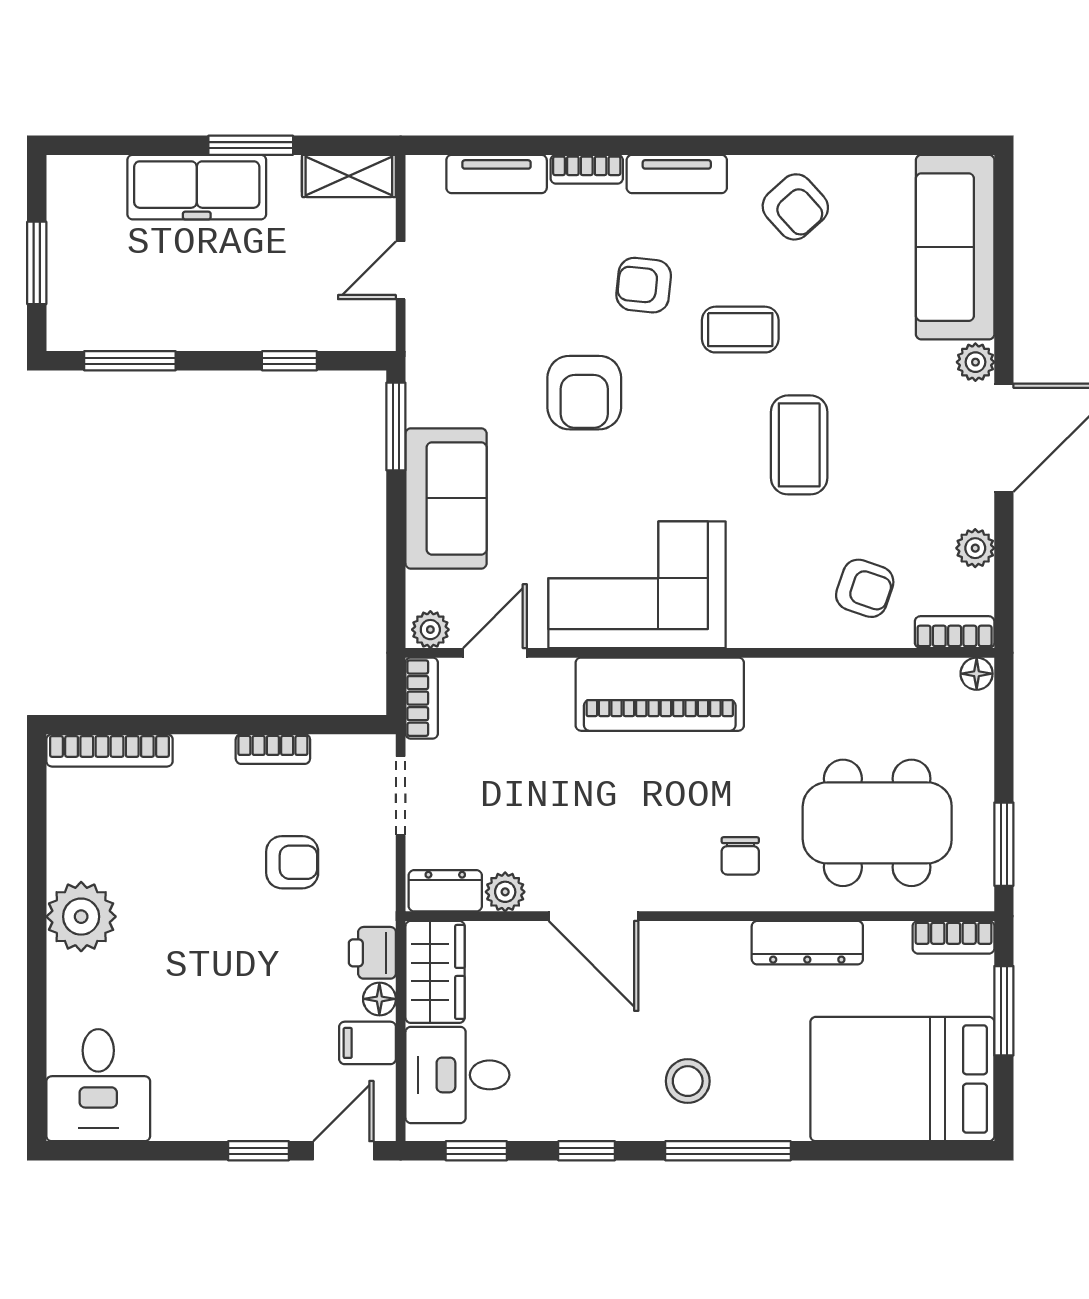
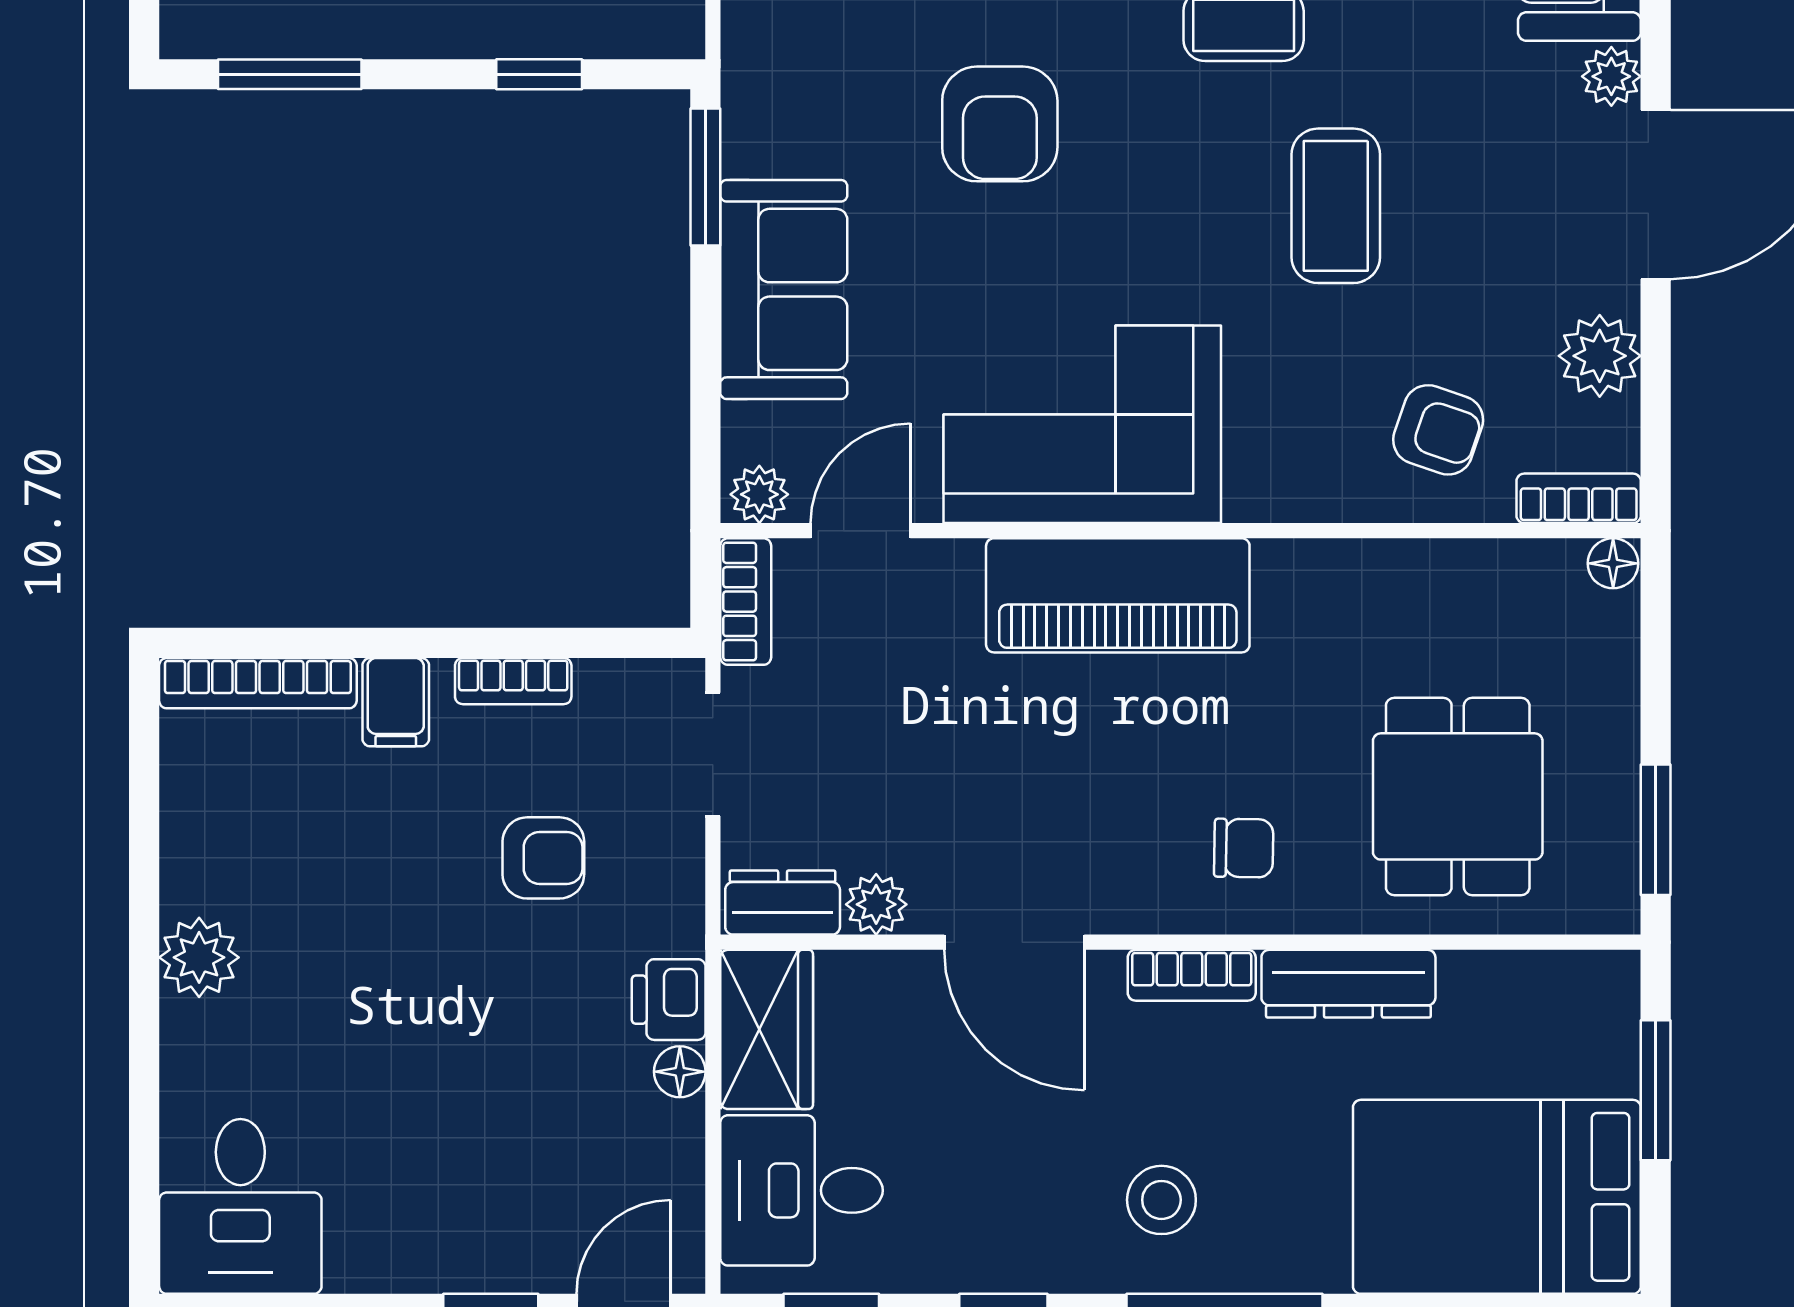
plant: (975, 548) -> (1600, 356), width x1.38, depth x1.38
dining table: (877, 823) -> (1458, 796), width x0.73
chair: (740, 856) -> (1244, 848), turned -89
plant: (81, 917) -> (199, 957), width x0.73, depth x0.73
bookcase: (953, 937) -> (1192, 975), moved
filing cabinet: (368, 1043) -> (396, 702), moved, turned -90

